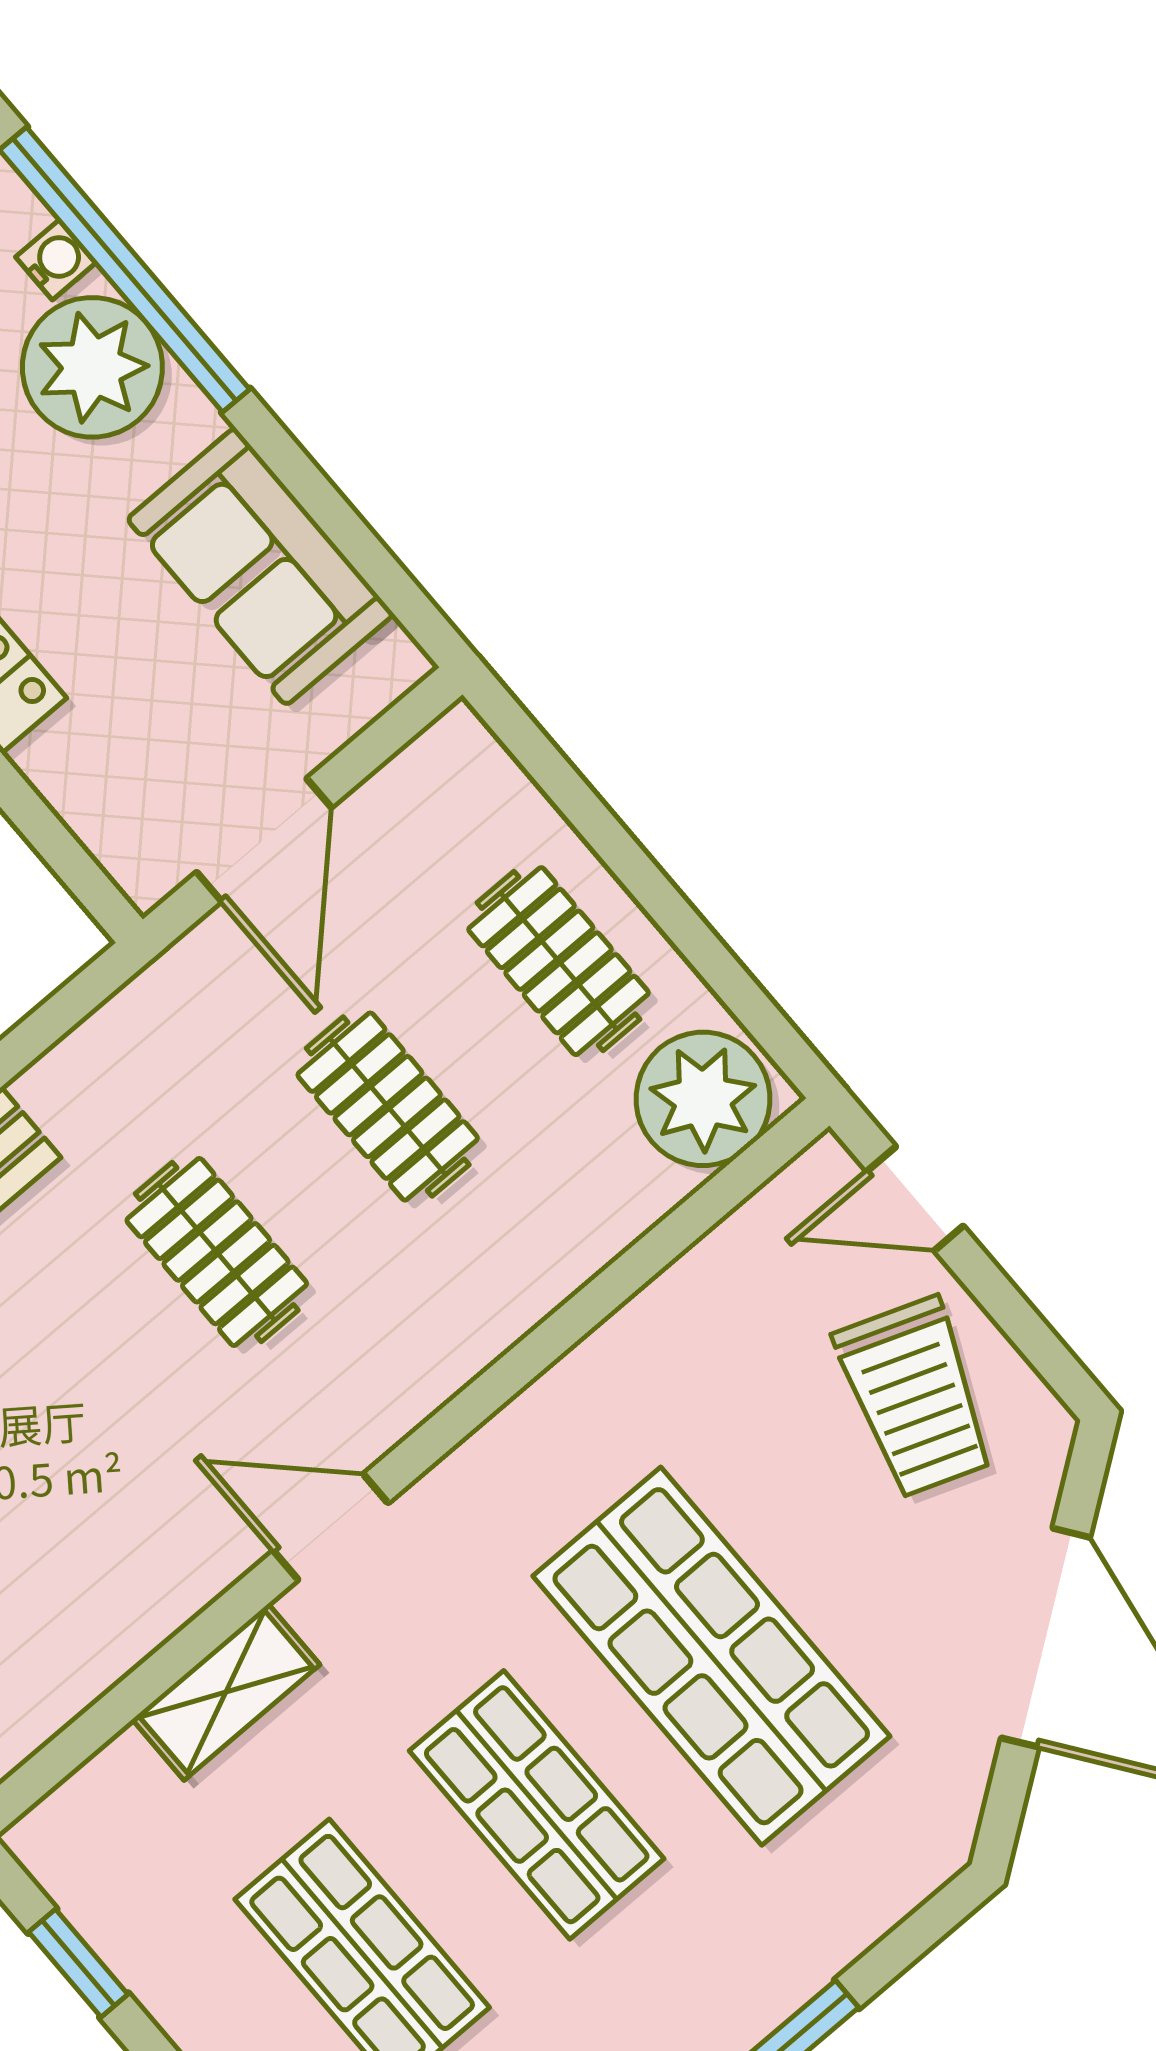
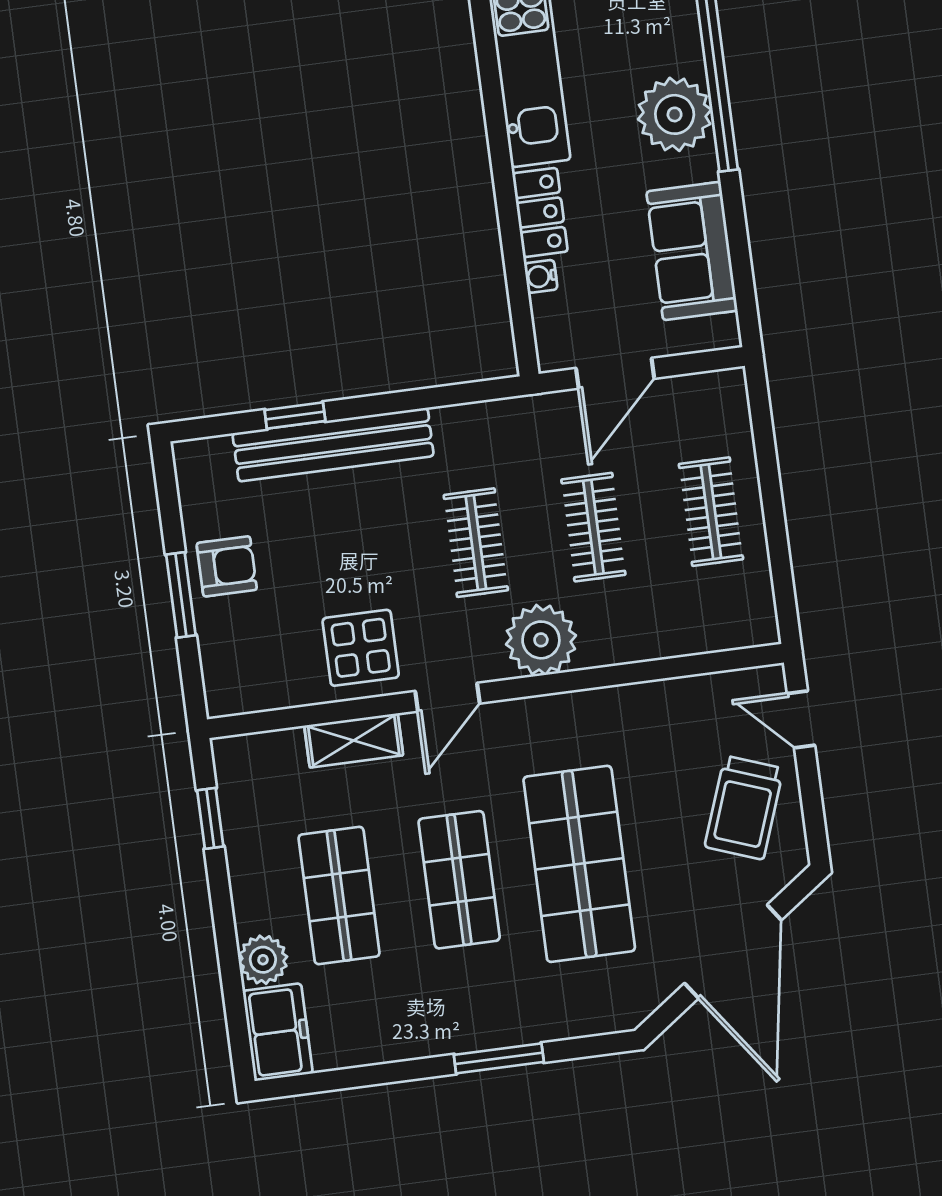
water cooler: (56, 260) -> (541, 276), moved, turned 180
plant: (703, 1099) -> (541, 640), moved
door: (331, 1527) -> (448, 697), swing flipped
display table: (142, 1538) -> (361, 648), added

